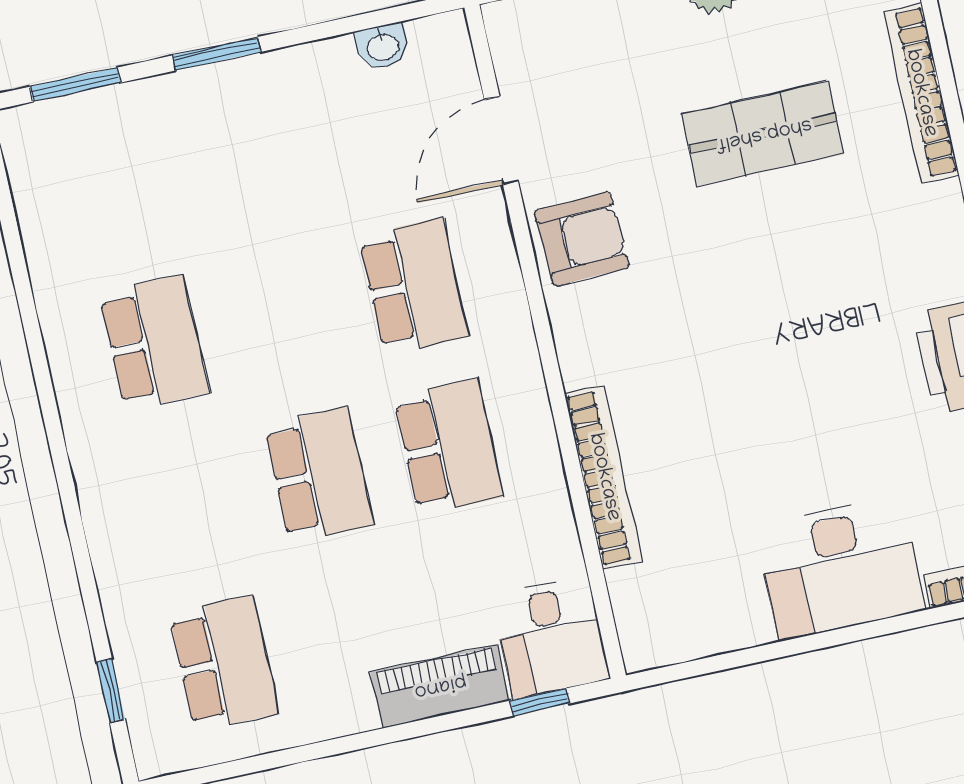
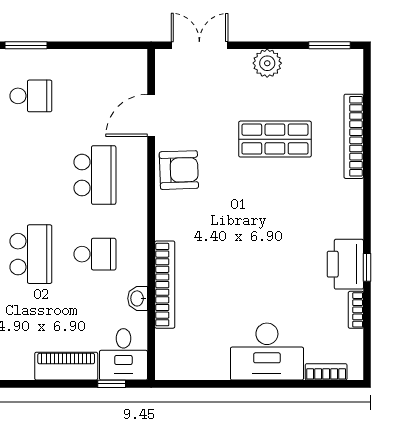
washbasin: (382, 46) -> (138, 298), moved, turned 90
school desk: (249, 154) -> (31, 96), added
school desk: (449, 446) -> (95, 254), width x0.54

